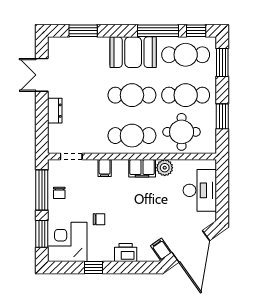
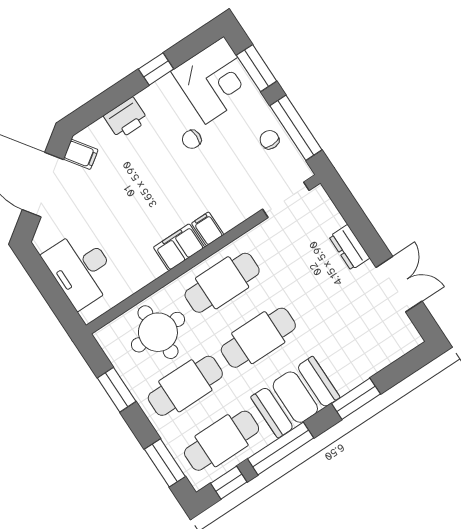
window: (83, 31) -> (356, 399), moved
doorway: (71, 157) -> (286, 200), width x1.38
filing cabinet: (105, 168) -> (208, 229), moved
plant: (165, 168) -> (149, 268), removed

